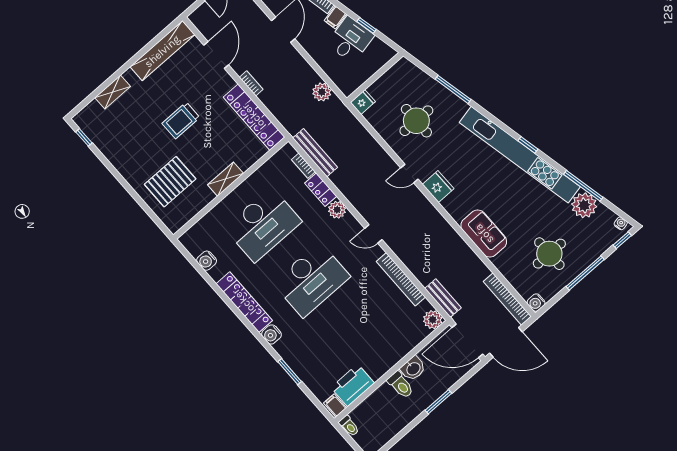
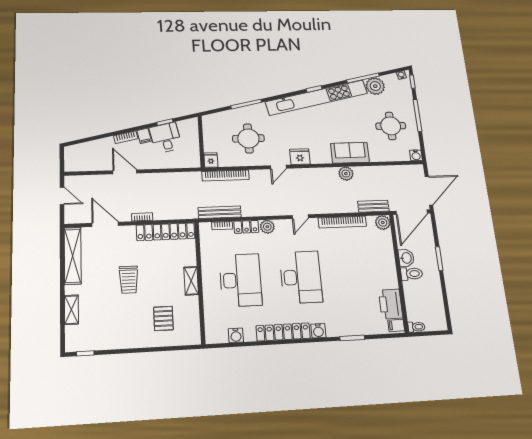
plant: (322, 92) -> (346, 174), moved
pallet: (170, 182) -> (163, 318), width x0.67, depth x0.71
bookcase: (507, 299) -> (225, 175), moved

